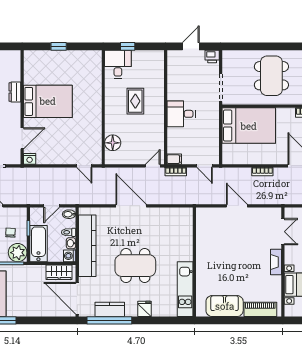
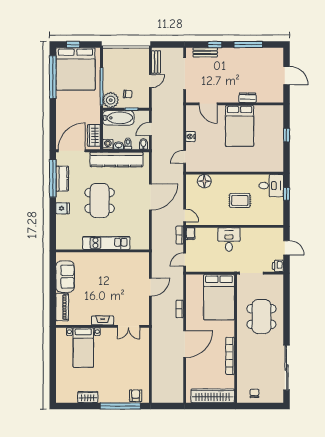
dining table: (271, 76) -> (261, 317), turned 90
nightstand: (30, 159) -> (191, 137), moved
door: (52, 206) -> (150, 129), hinge flipped
kitchen unit: (185, 289) -> (106, 243), moved

